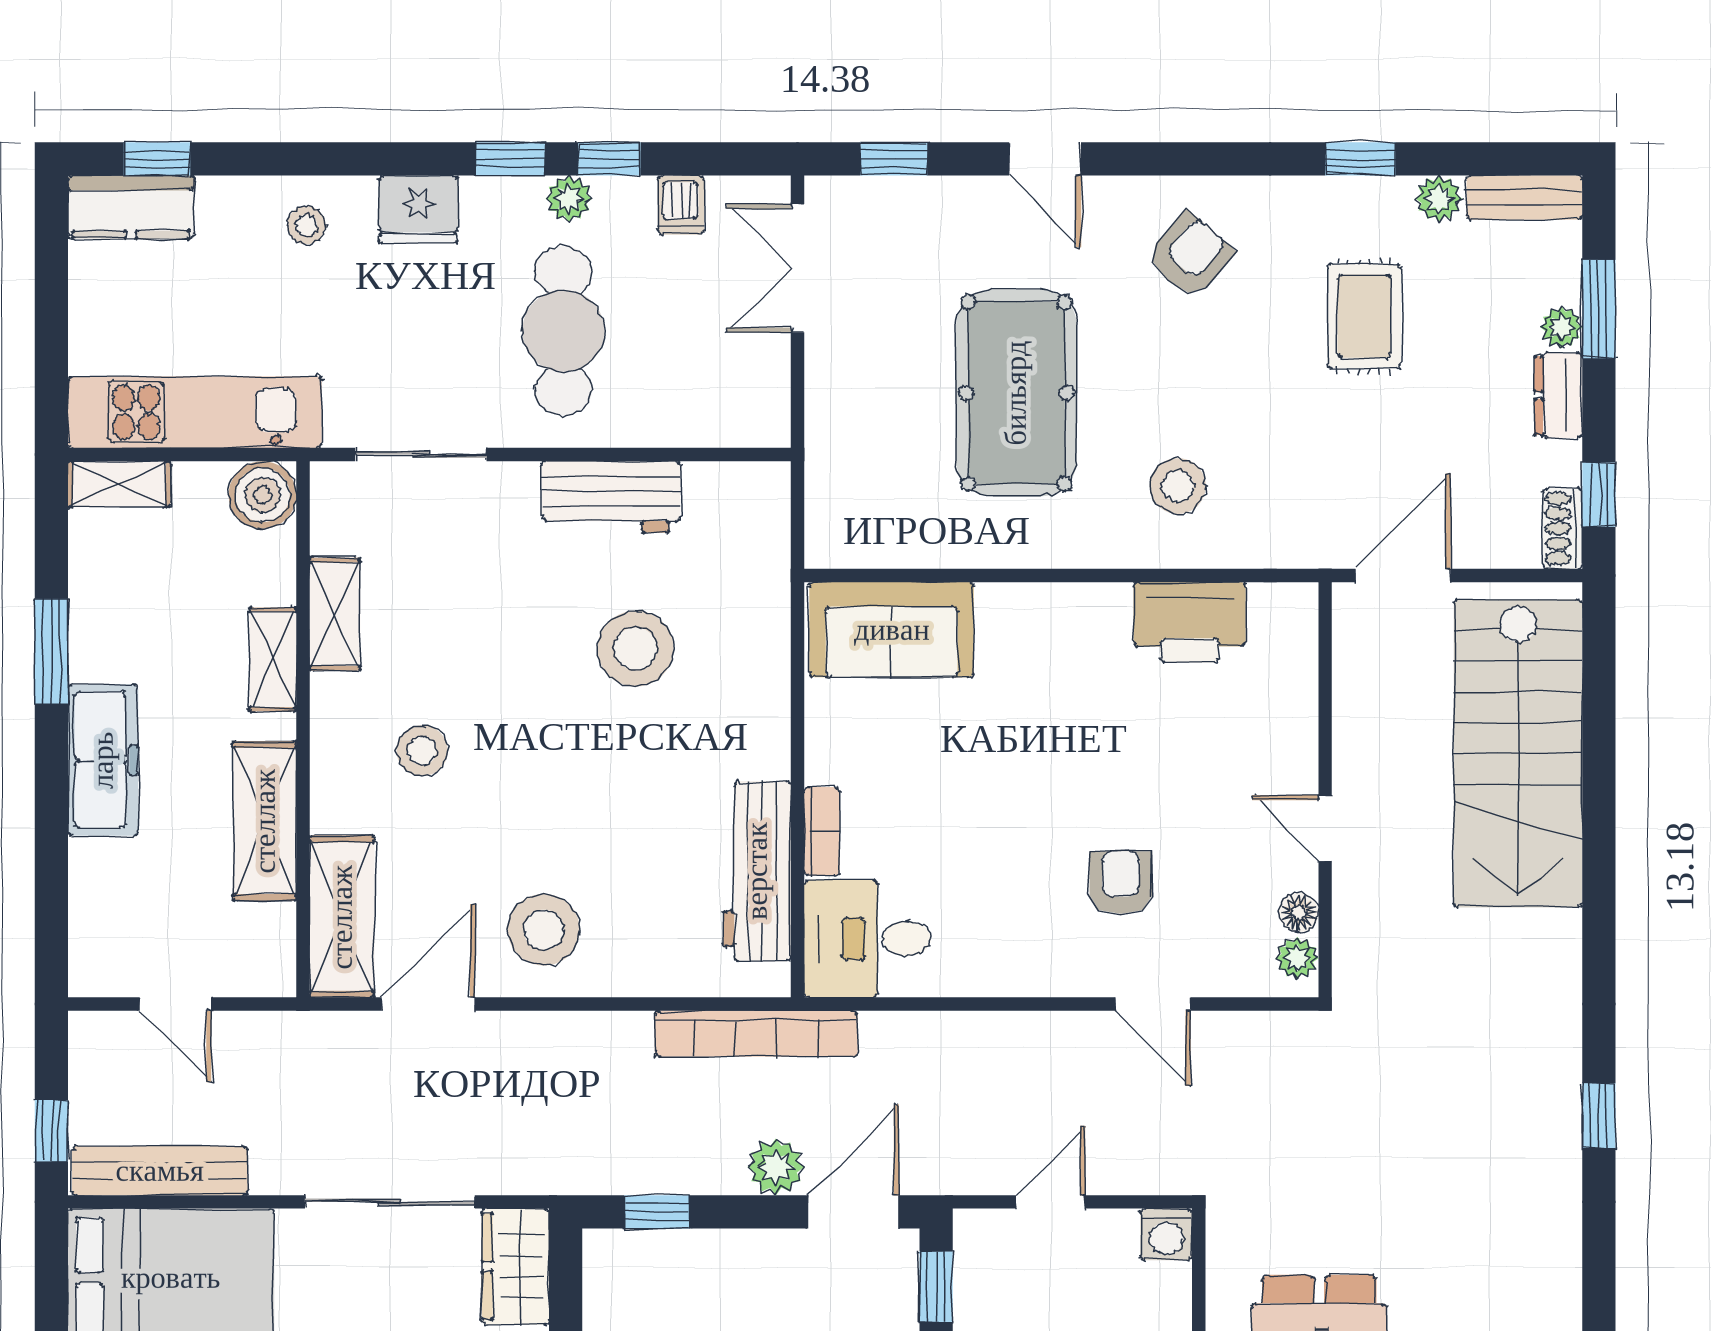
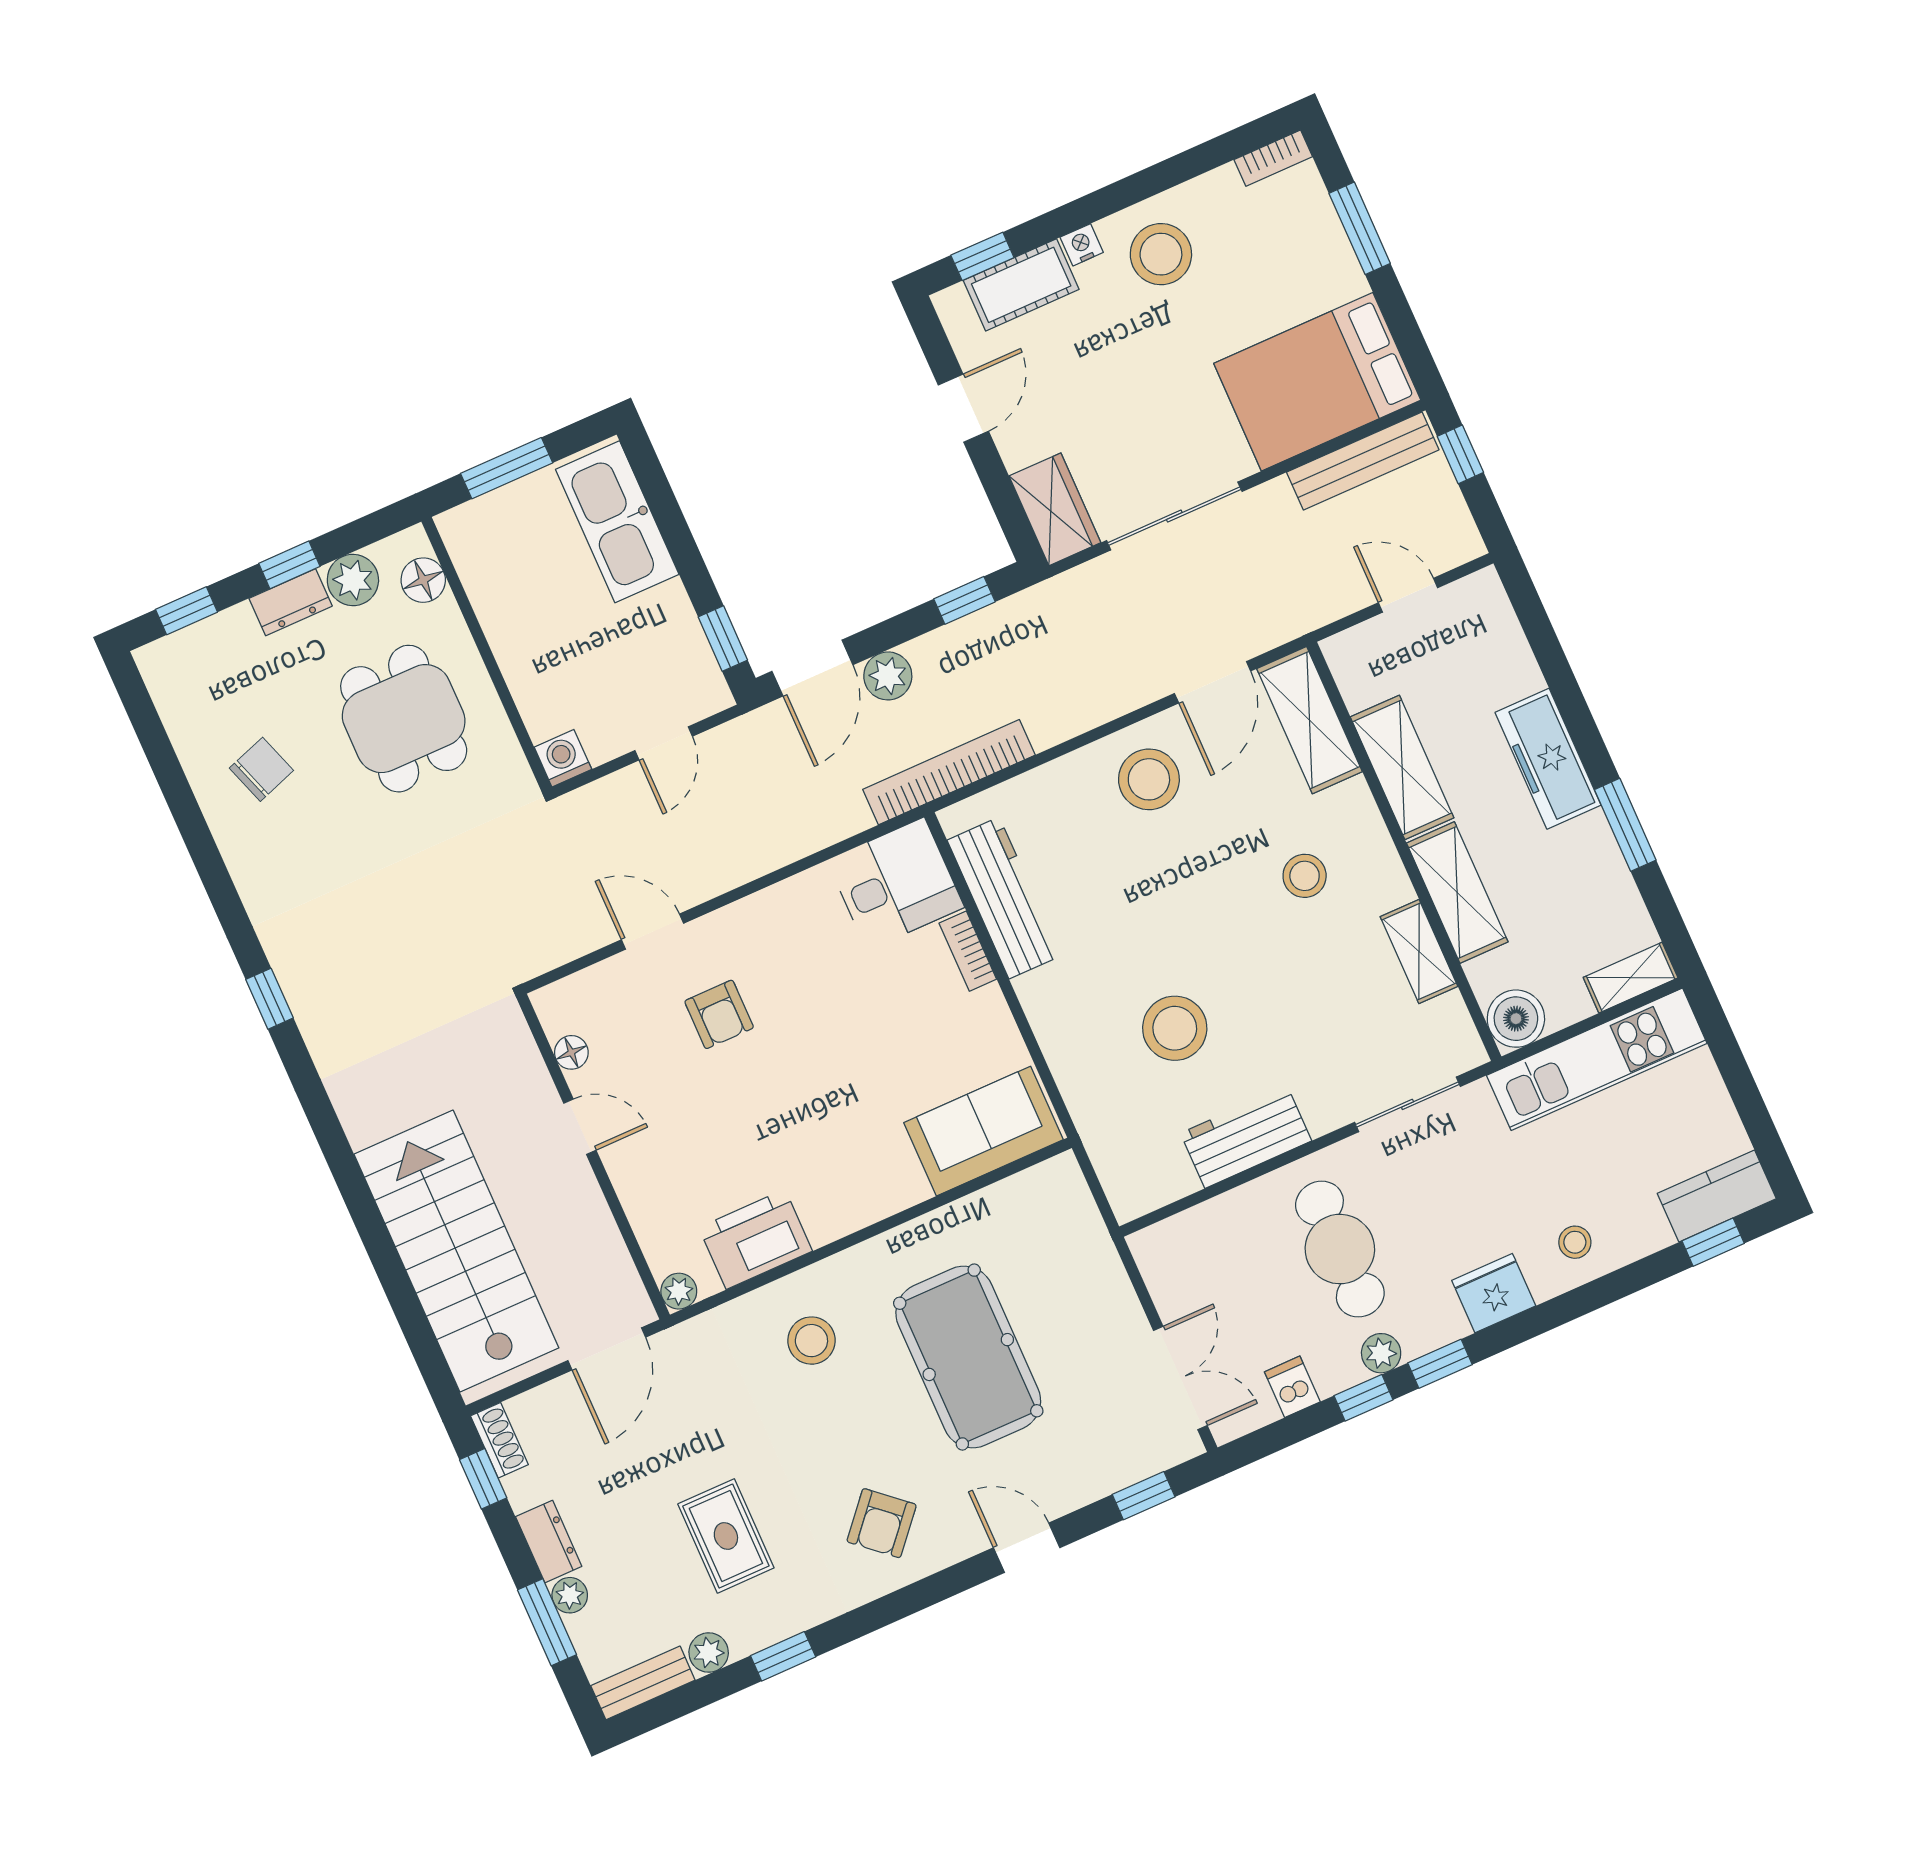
shelving: (273, 659) -> (1457, 892), width x1.50, depth x1.33
plant: (1297, 958) -> (679, 1291), moved

